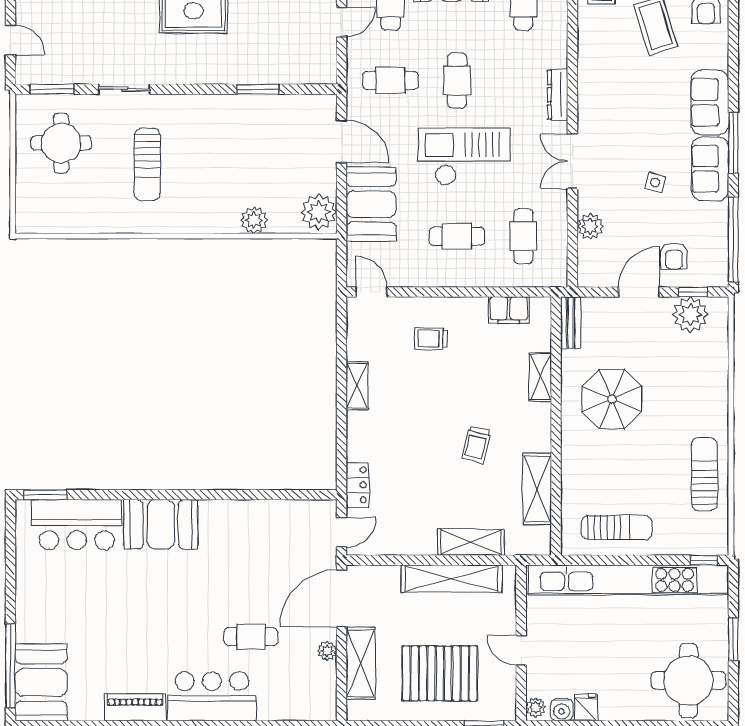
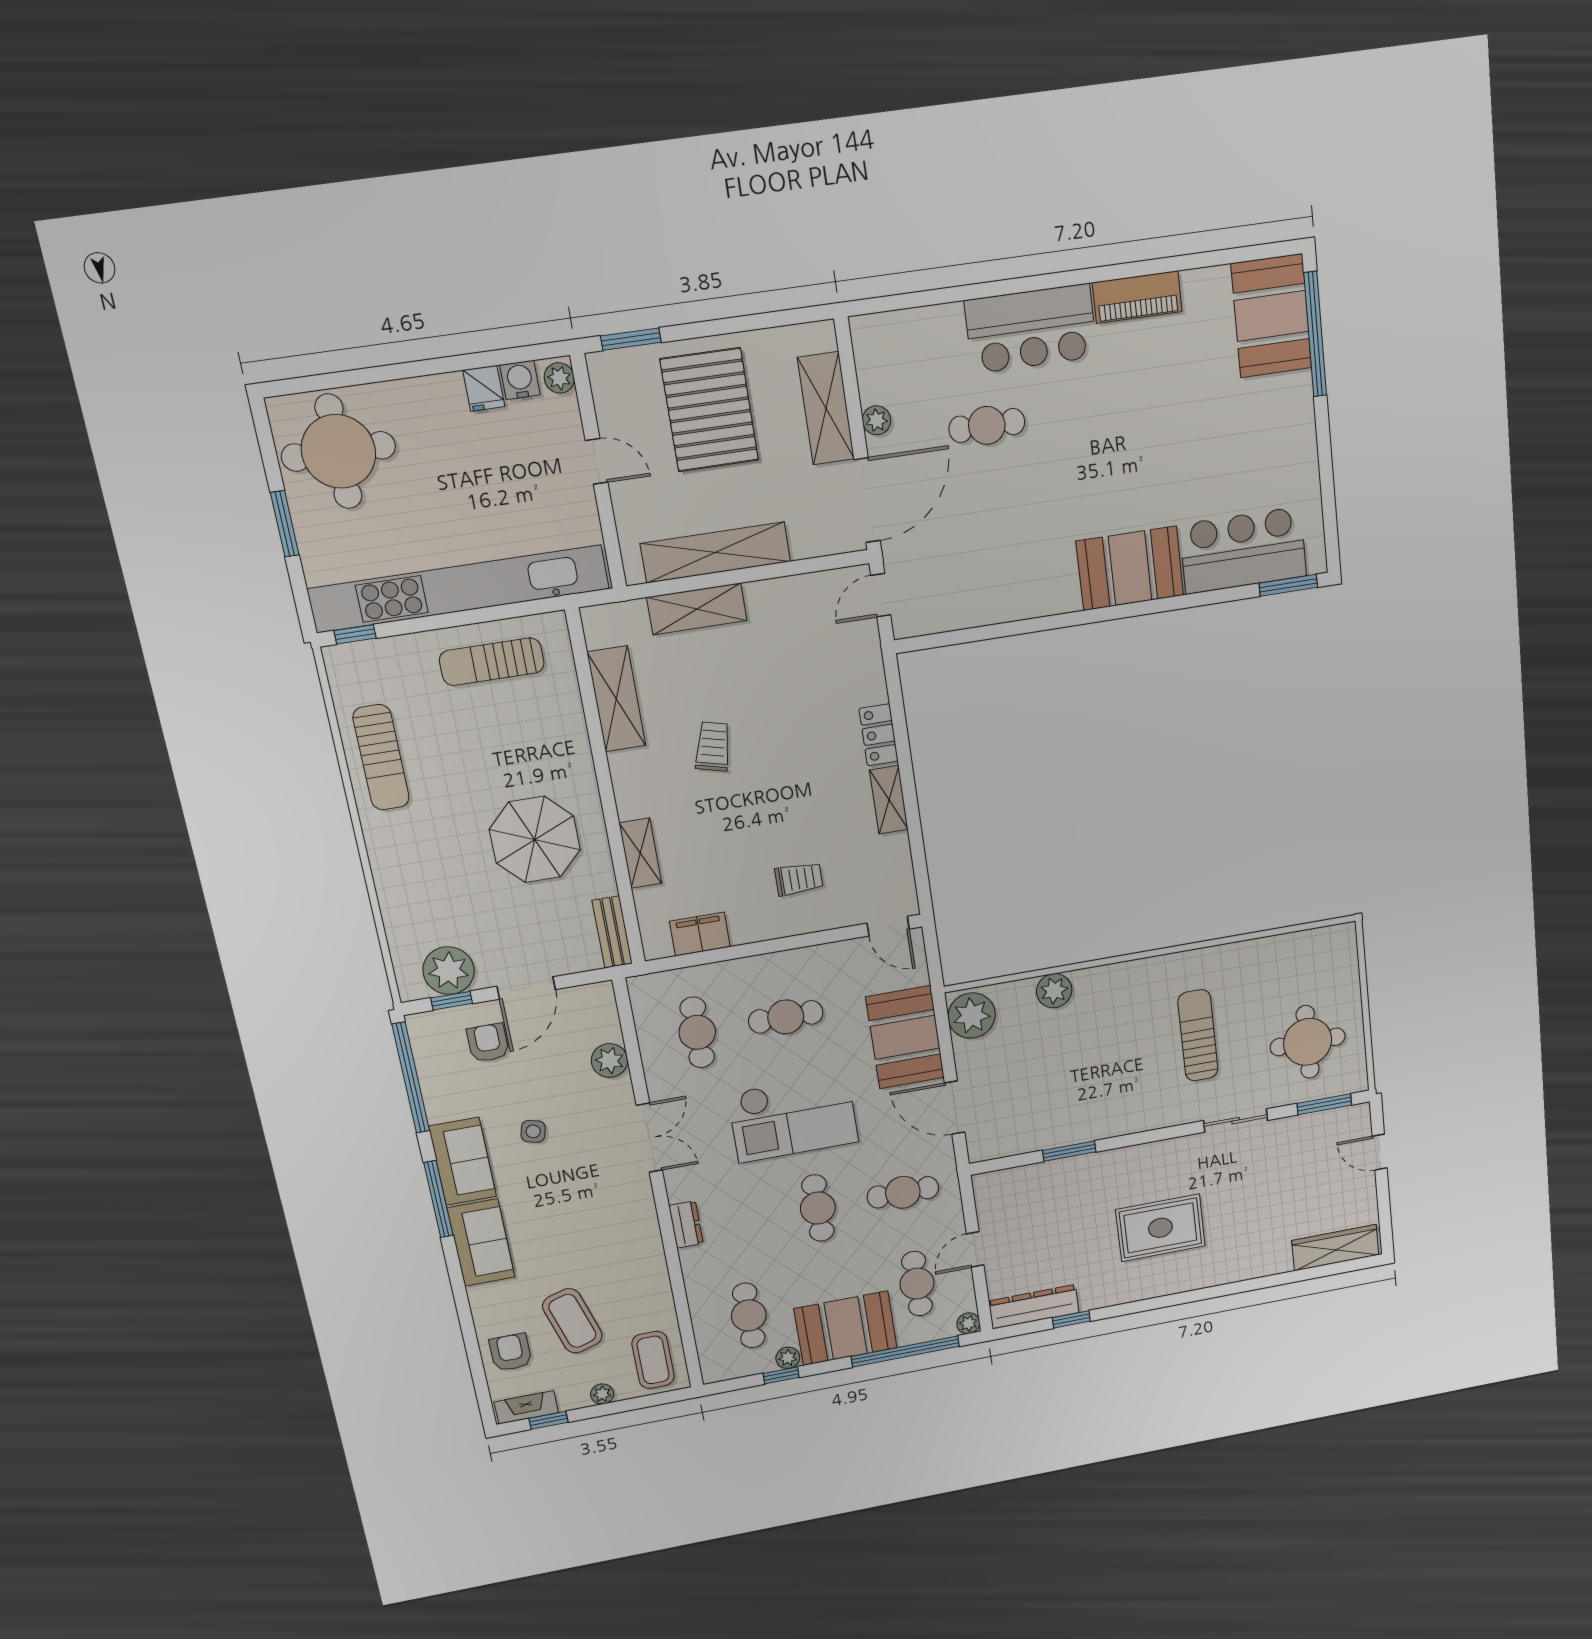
dresser: (558, 95) -> (686, 1224), width x0.70
locker: (358, 485) -> (879, 735), moved
pallet: (440, 673) -> (709, 410), turned 90

